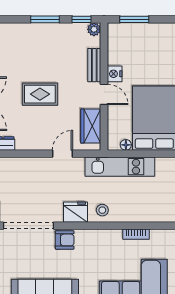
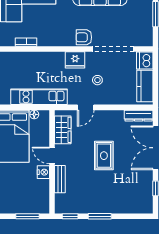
plant: (94, 29) -> (60, 208), removed
rug: (40, 94) -> (104, 156), turned 90
stool: (102, 210) -> (97, 80), moved

